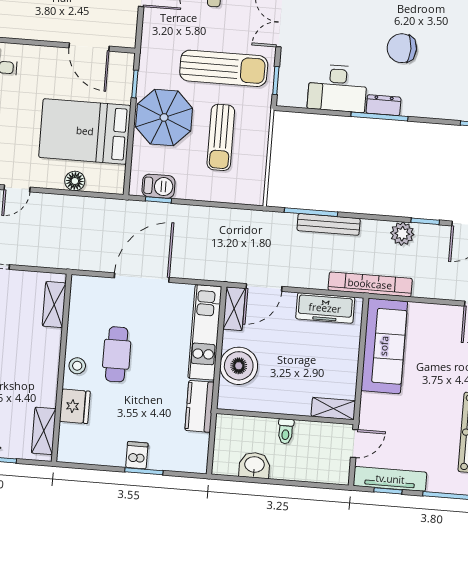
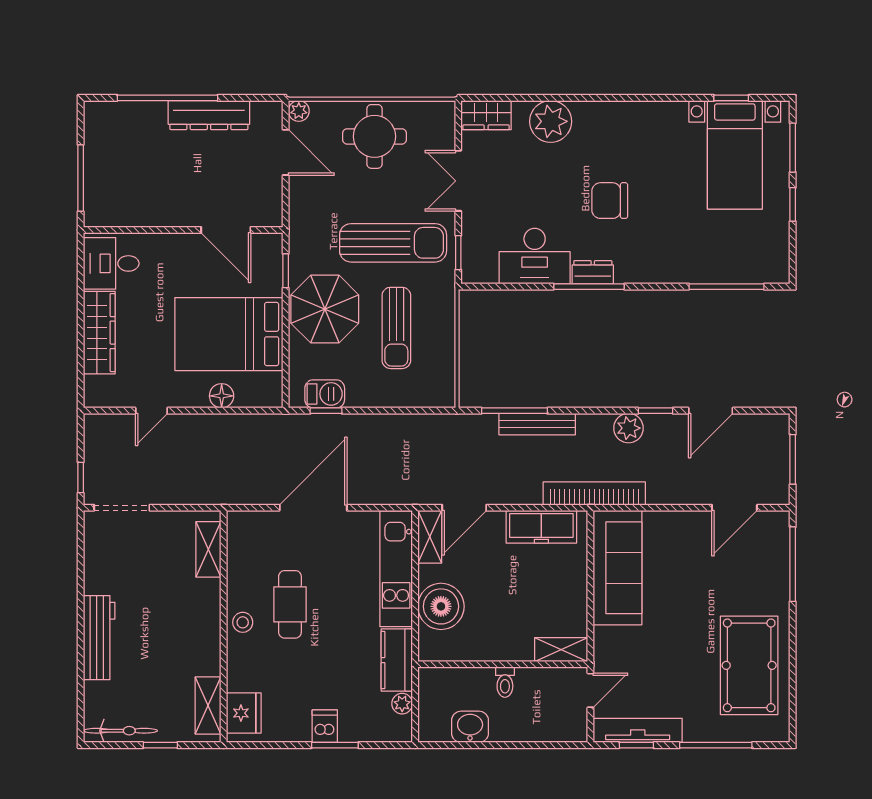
fridge: (75, 406) -> (244, 713), moved
plant: (201, 442) -> (402, 704), added

